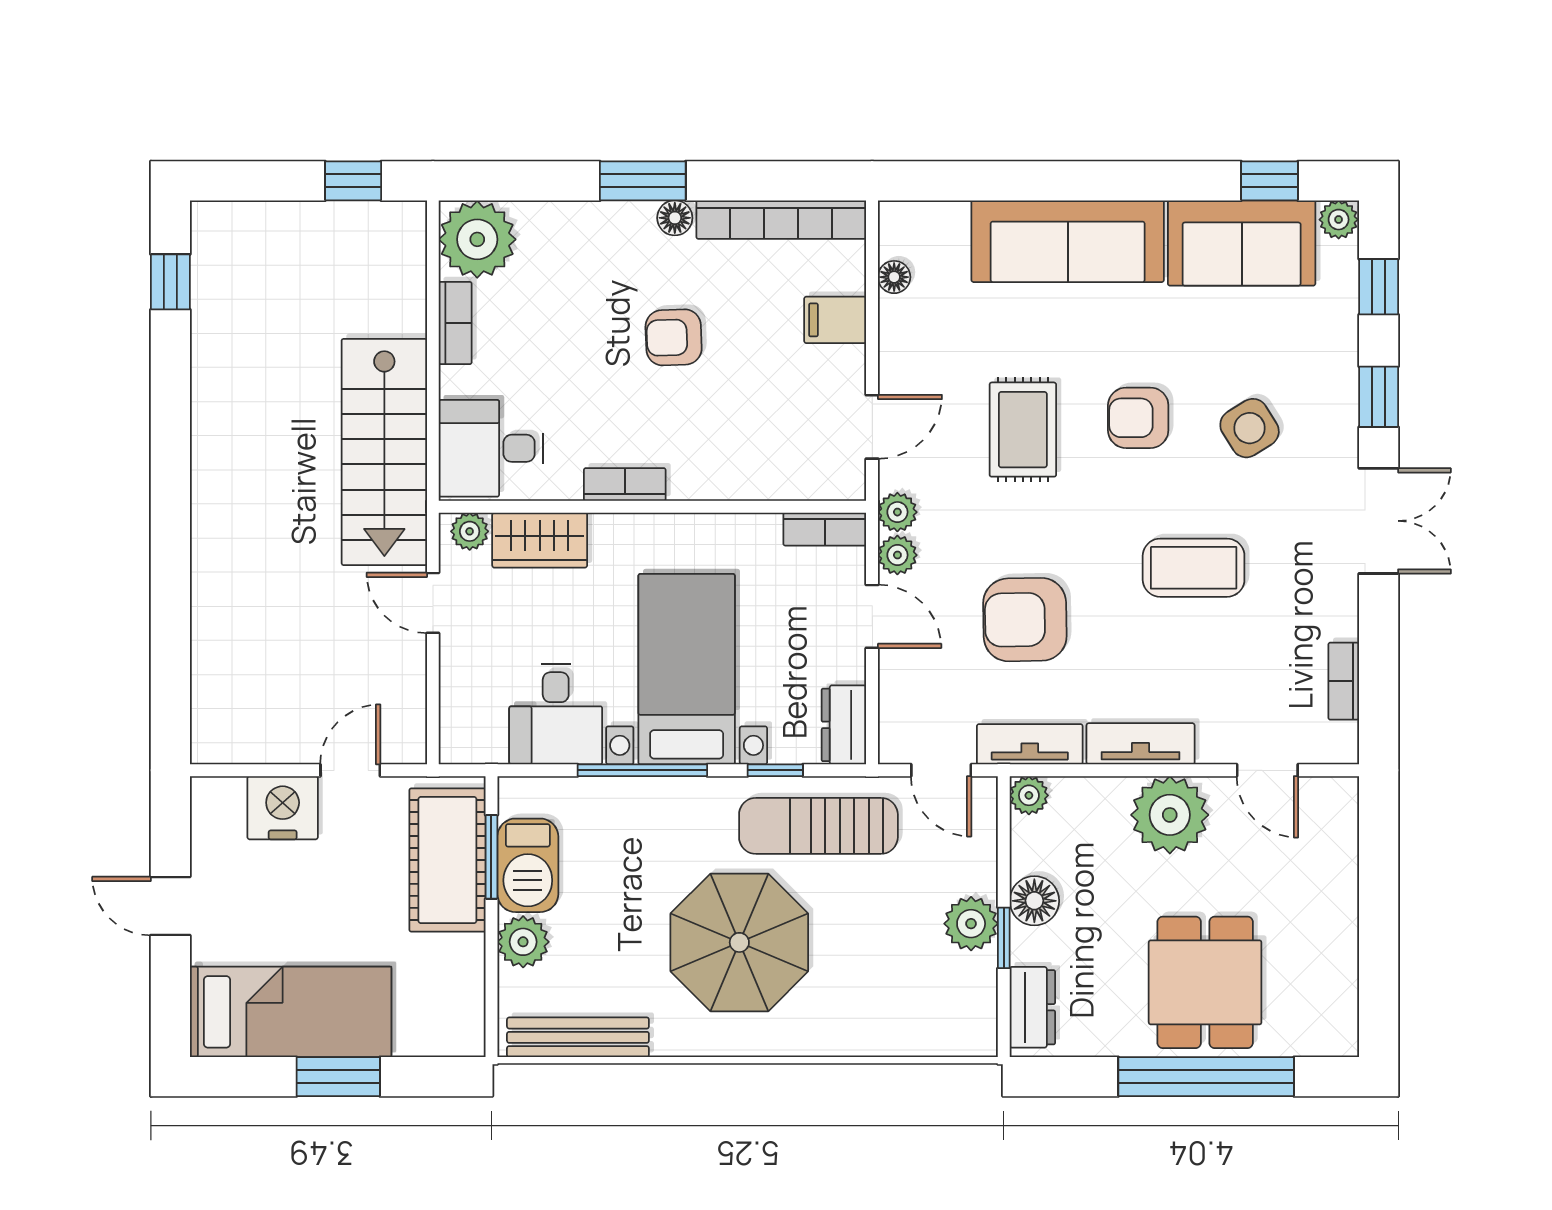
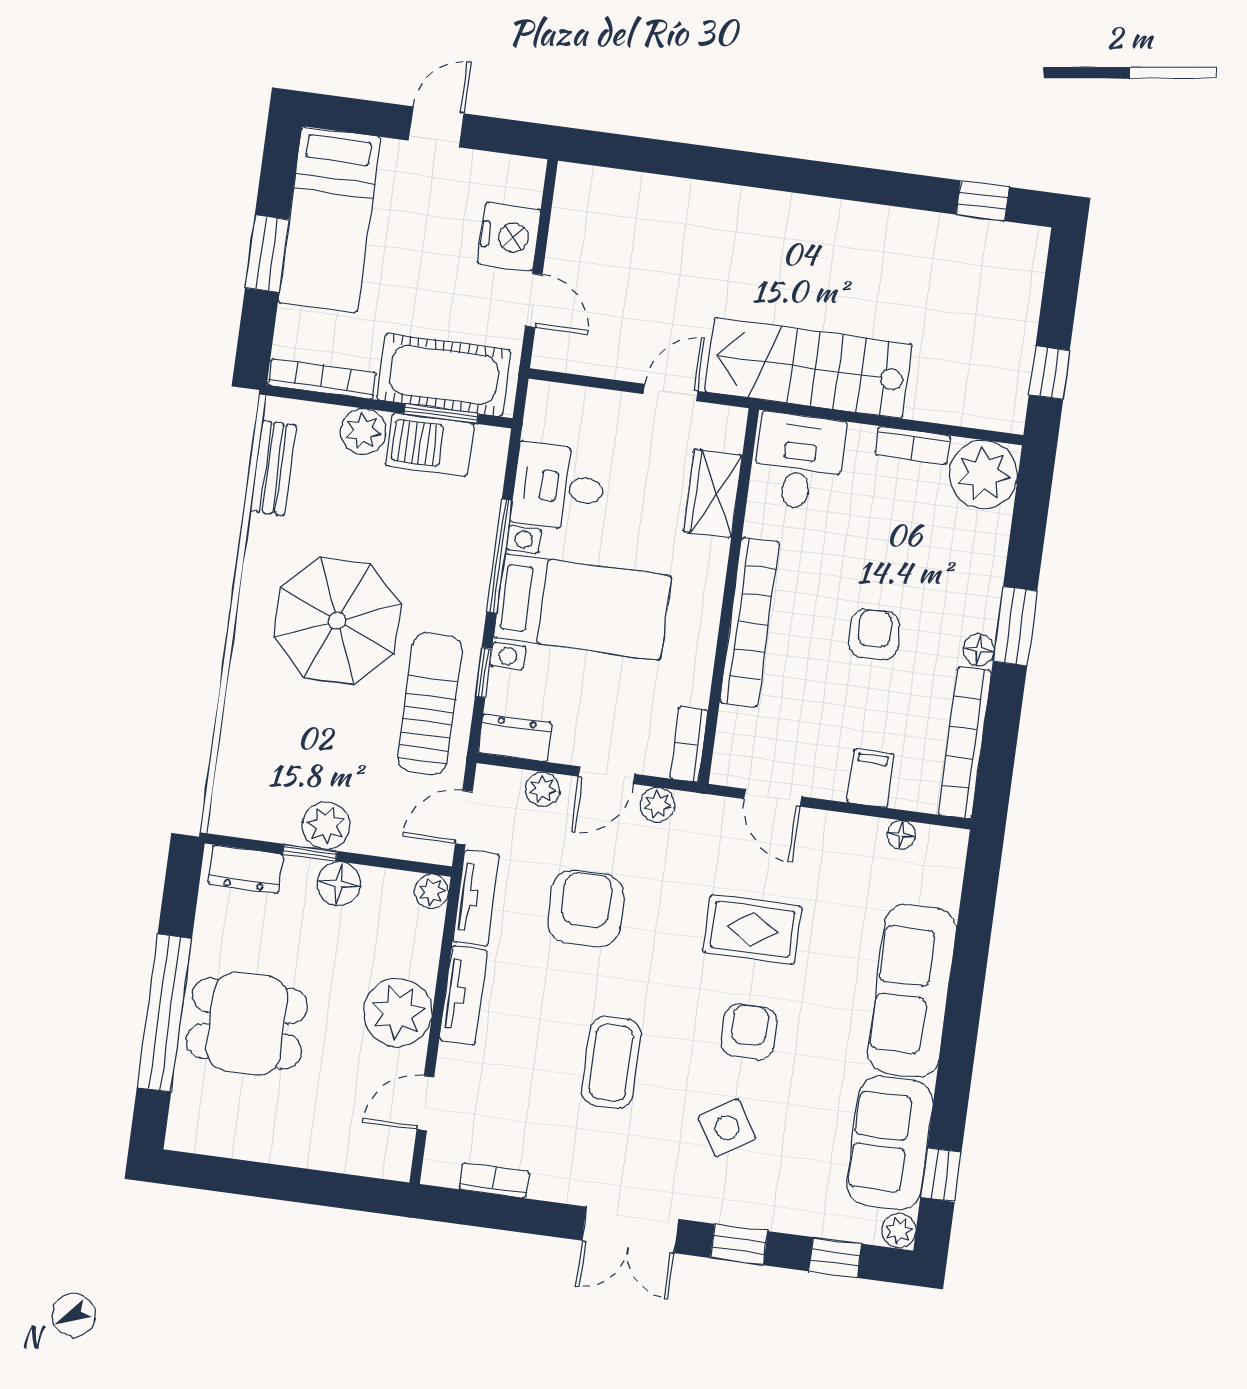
bookcase: (625, 484) -> (750, 622), width x2.31, depth x1.31
plant: (897, 512) -> (543, 789), moved
plant: (470, 531) -> (729, 433), removed
bookcase: (470, 996) -> (322, 379), added
bench: (578, 1037) -> (273, 468), width x0.73

